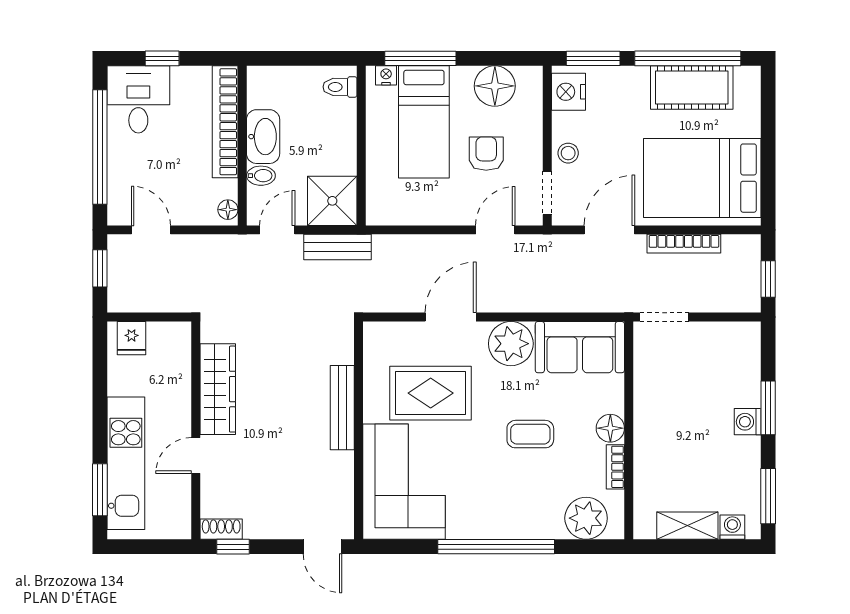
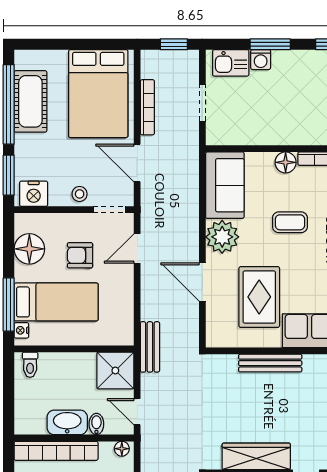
door: (495, 230) -> (137, 248), hinge flipped
bench: (338, 247) -> (150, 347), moved
doorway: (664, 317) -> (202, 103), moved
kitchen sink: (743, 355) -> (231, 63), added
washing machine: (748, 422) -> (261, 60), moved
coffee table: (530, 434) -> (290, 222), turned 90

